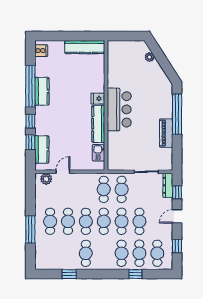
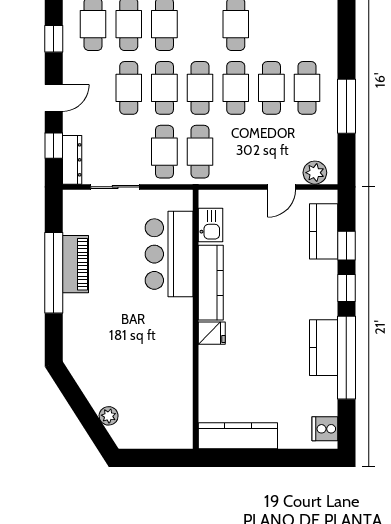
bar counter: (119, 109) -> (169, 254), moved
window: (177, 114) -> (54, 273), moved
window: (30, 230) -> (346, 106), moved

